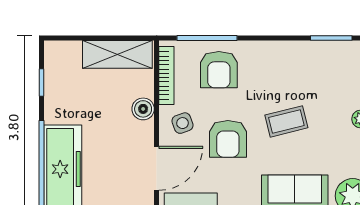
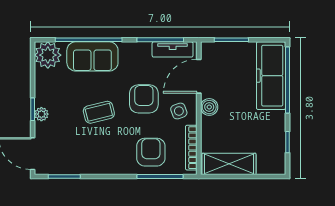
boiler: (143, 109) -> (209, 107), moved

